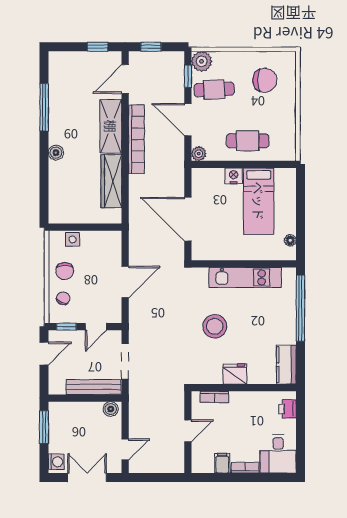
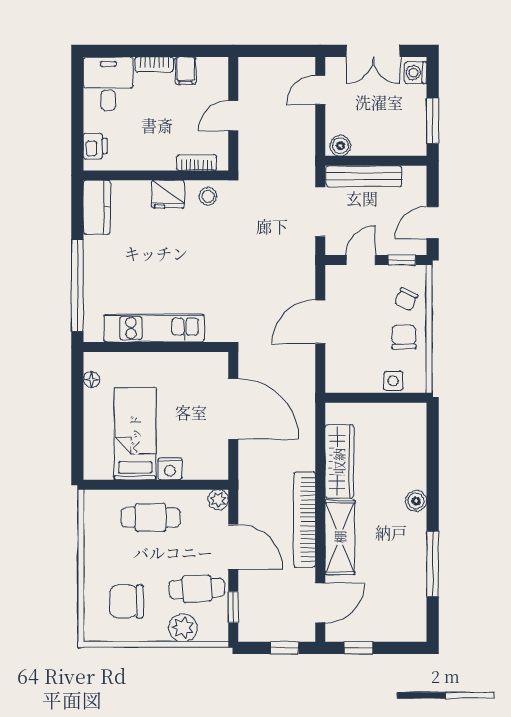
plant: (202, 61) -> (183, 628), moved
stool: (215, 326) -> (208, 196), moved, width x0.53, depth x0.53

